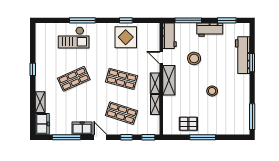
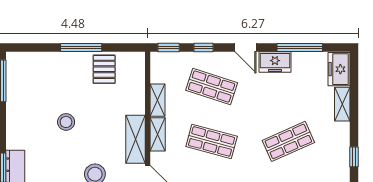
pallet: (188, 124) -> (104, 69), turned 90

